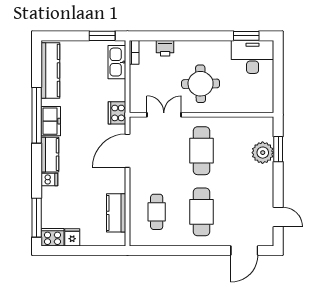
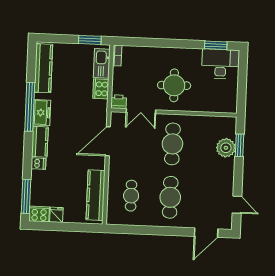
printer: (165, 48) -> (119, 102), moved, turned 180
cooker: (117, 113) -> (101, 89), moved
double door: (164, 115) -> (141, 111), swing flipped
kitchen counter: (116, 213) -> (96, 195), width x1.50

